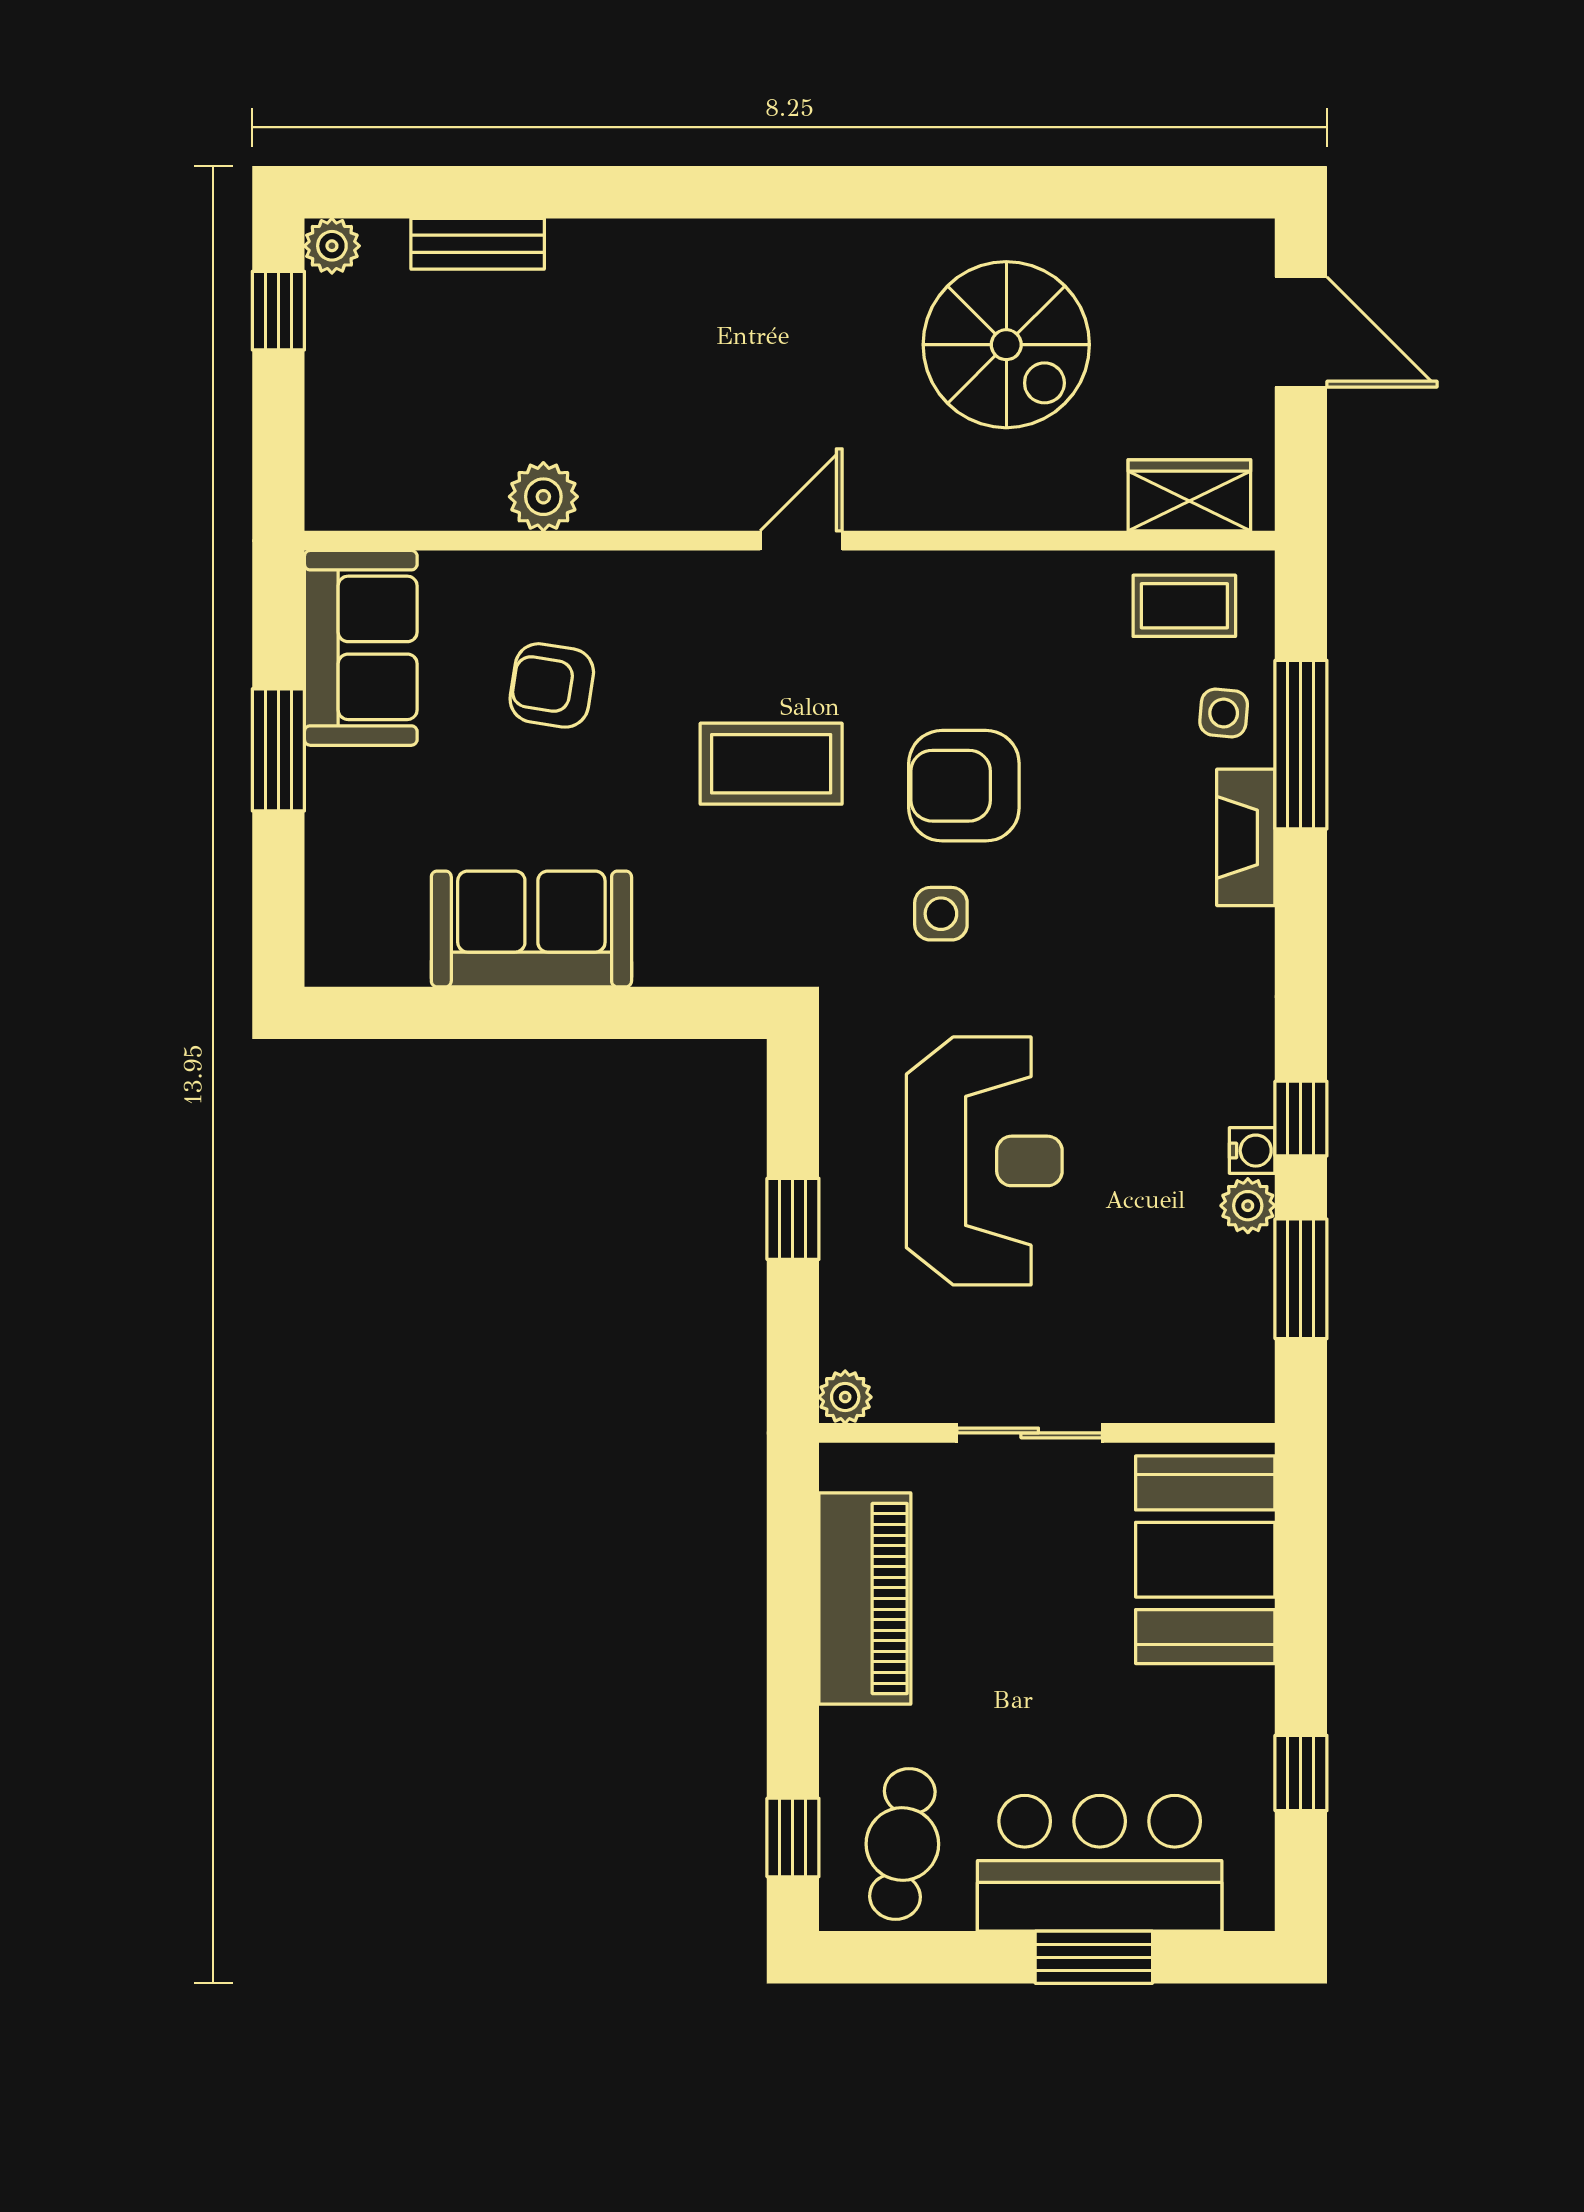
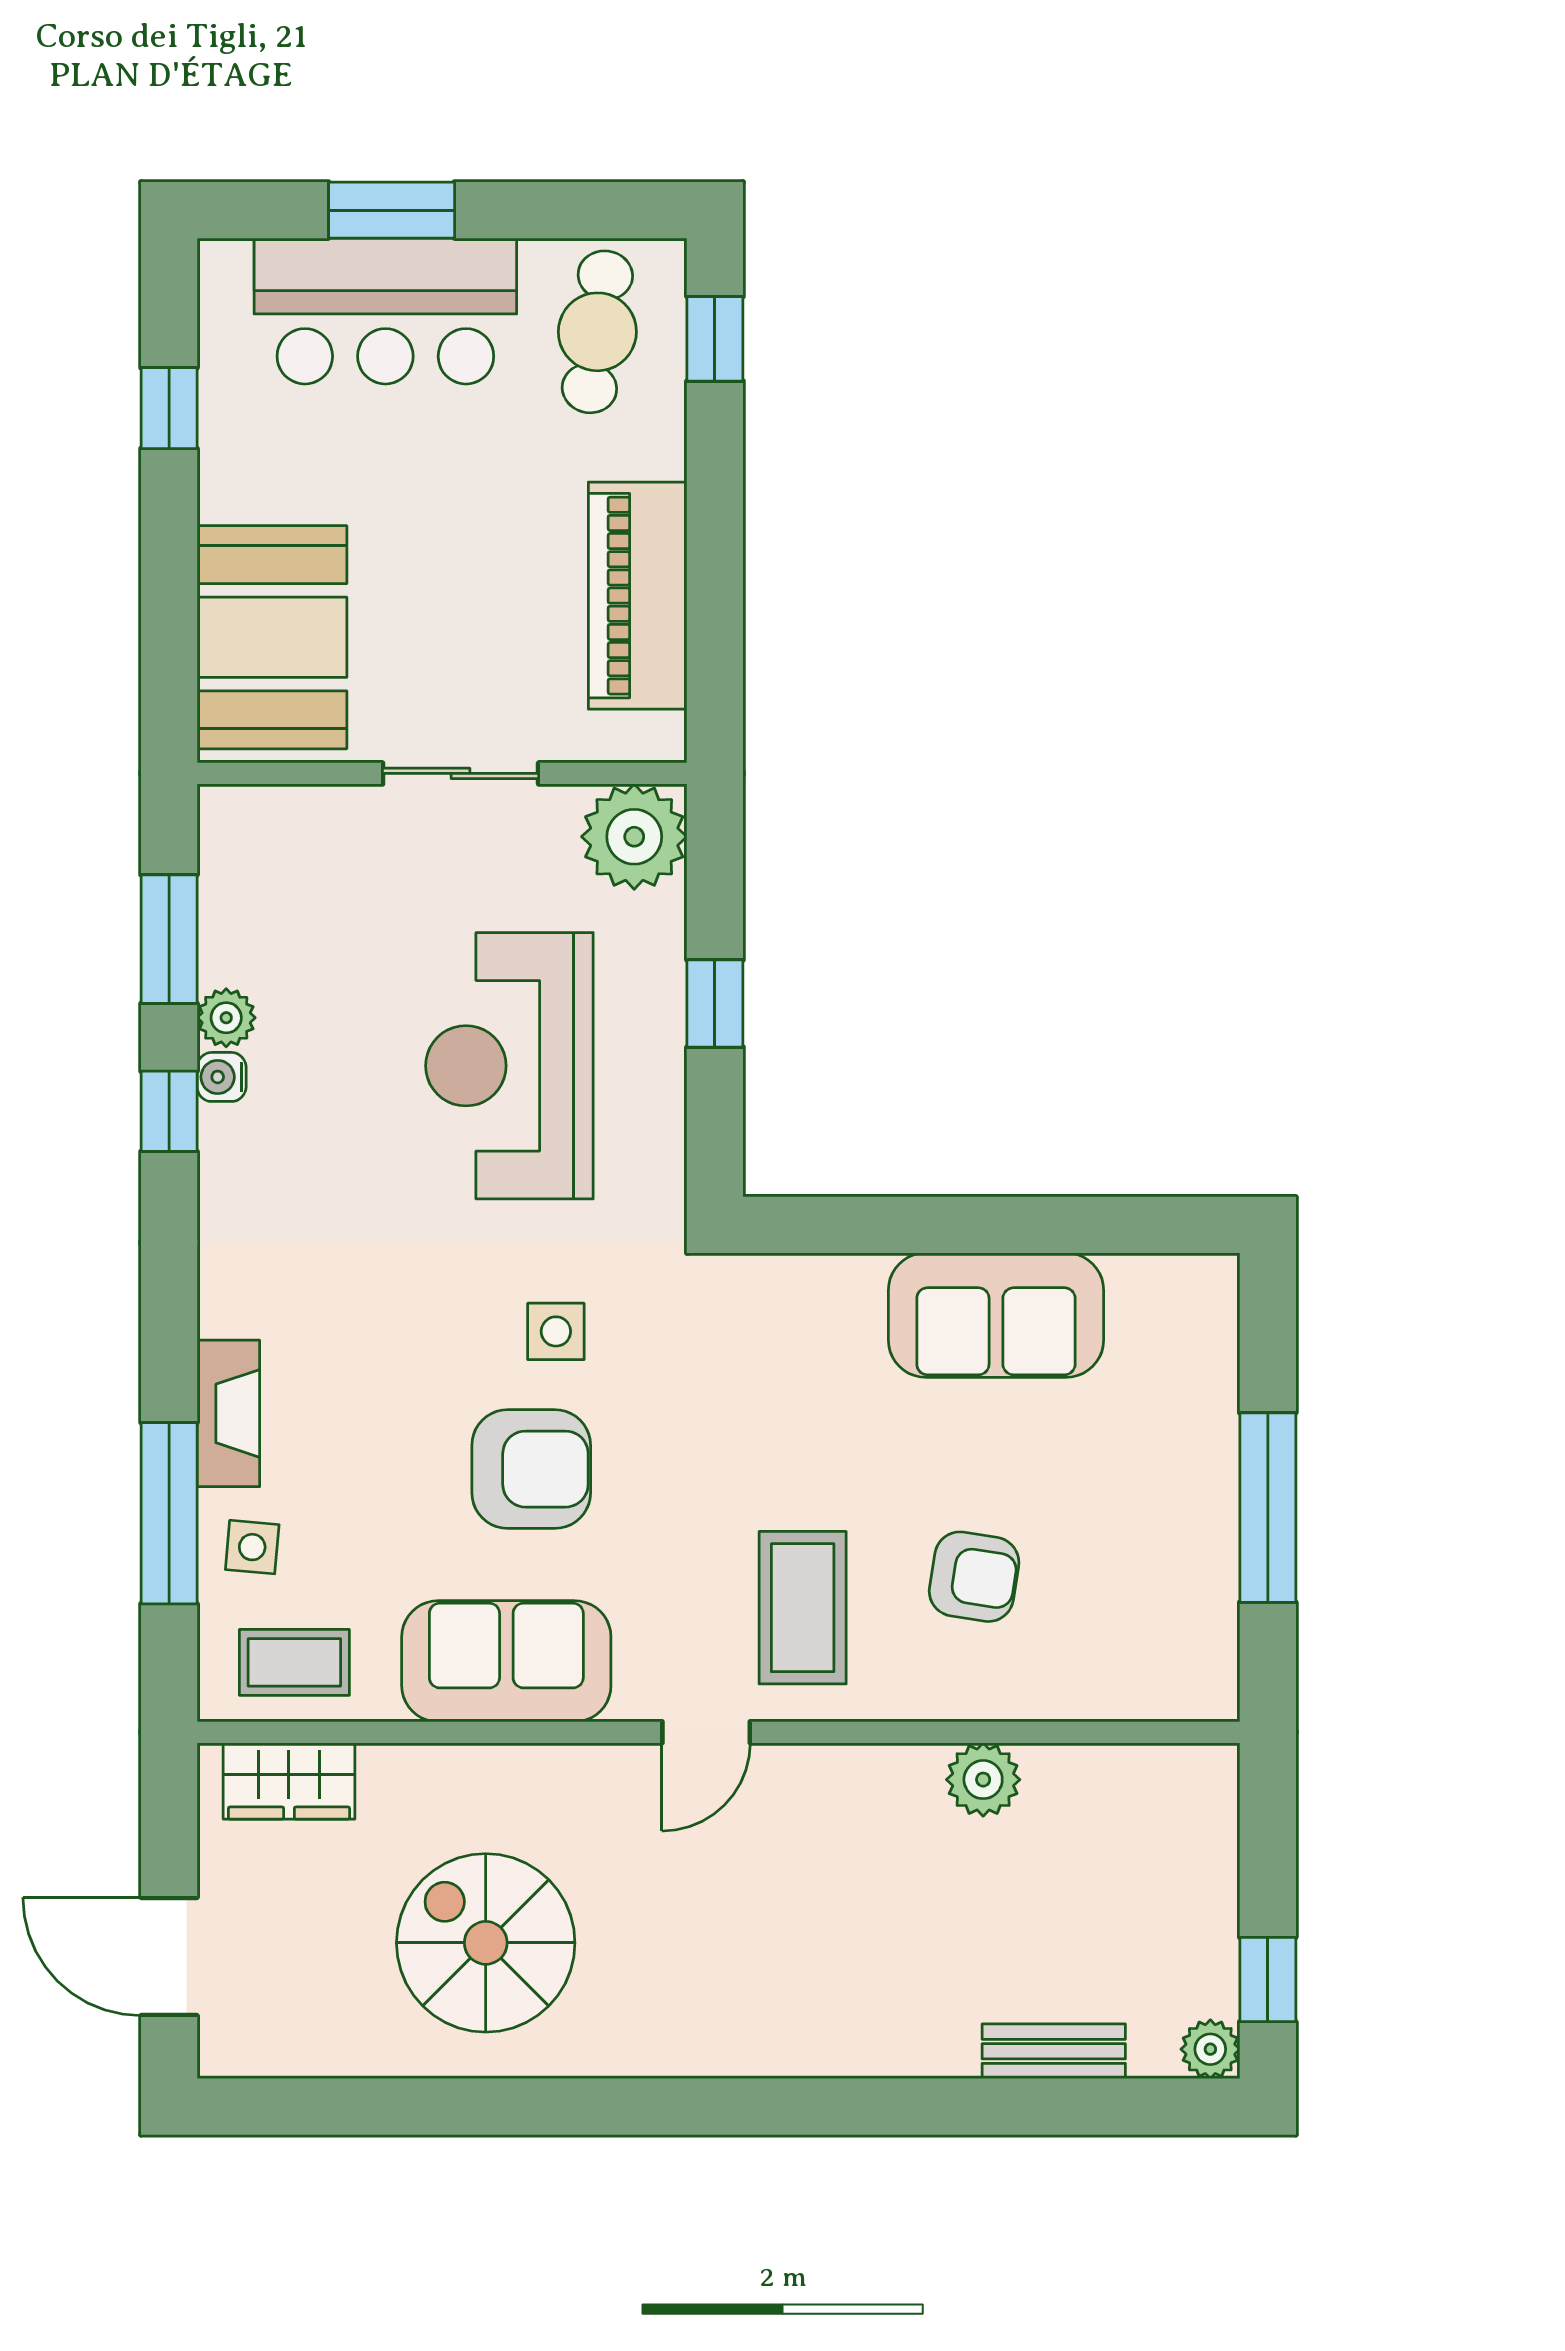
sofa: (361, 648) -> (506, 1661), moved, turned 90
window: (278, 750) -> (1268, 1508), width x1.44
coffee table: (771, 764) -> (803, 1608), moved, turned 90
plant: (845, 1397) -> (634, 837), width x1.88, depth x1.88

